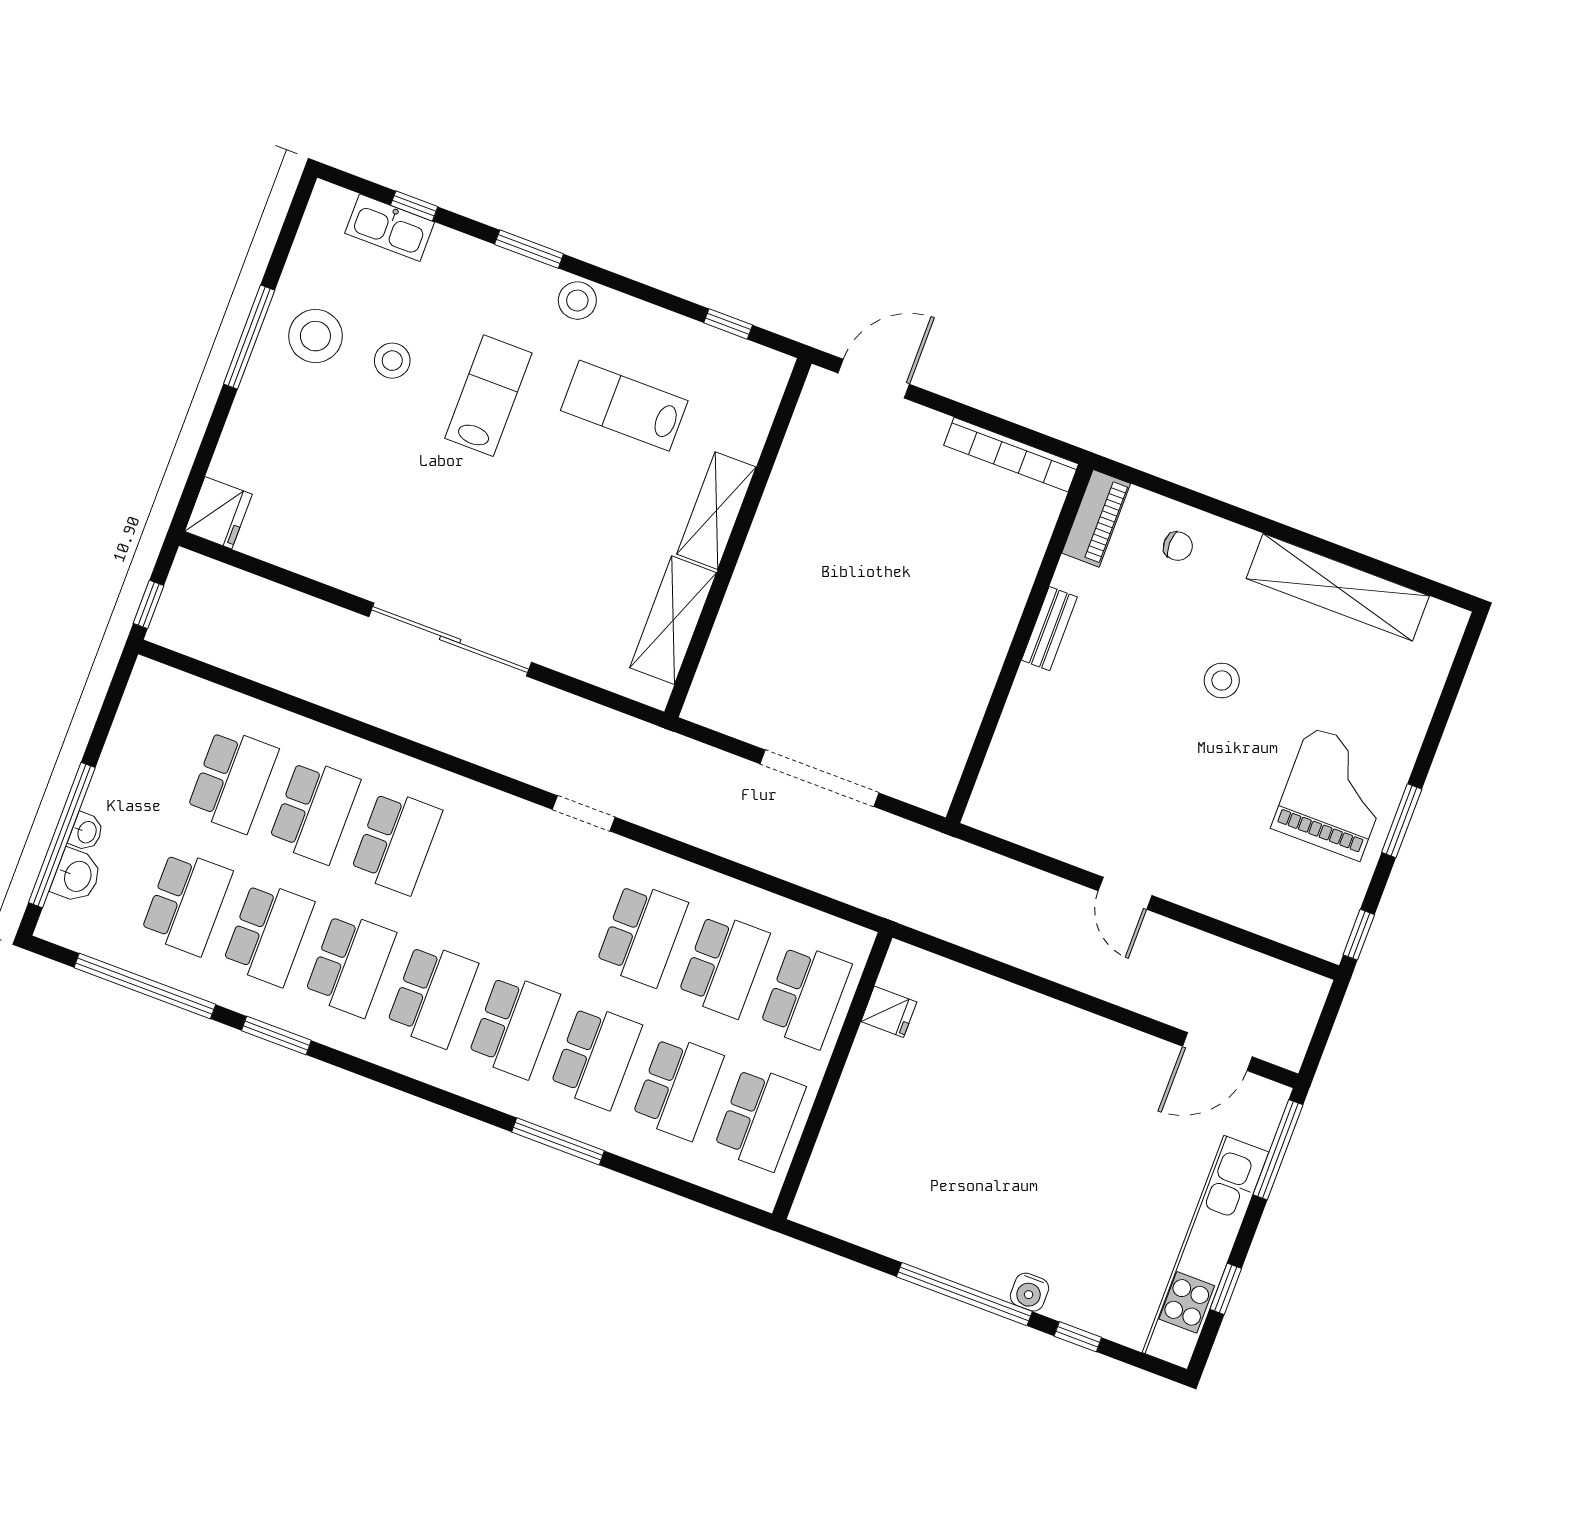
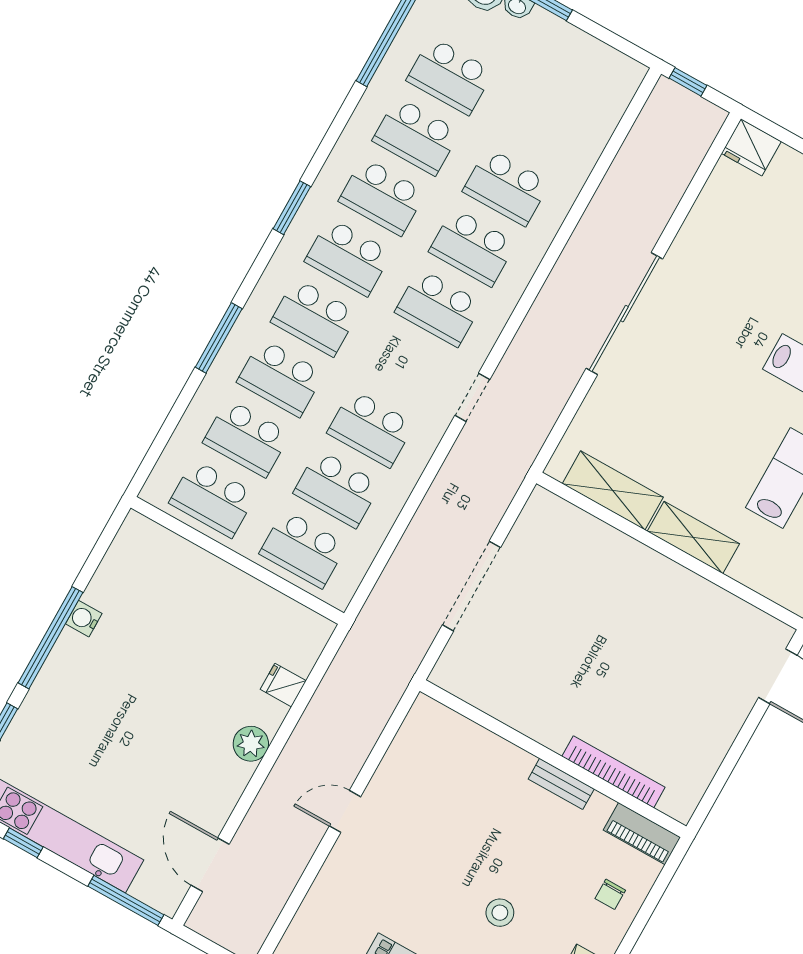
bookcase: (1011, 455) -> (613, 772), moved, turned 90
school desk: (233, 780) -> (439, 308), moved
fridge: (889, 1012) -> (283, 685), moved, turned 90
plant: (1058, 1024) -> (251, 744), added
window: (276, 1035) -> (292, 208), moved
water cooler: (1030, 1292) -> (84, 619), moved

